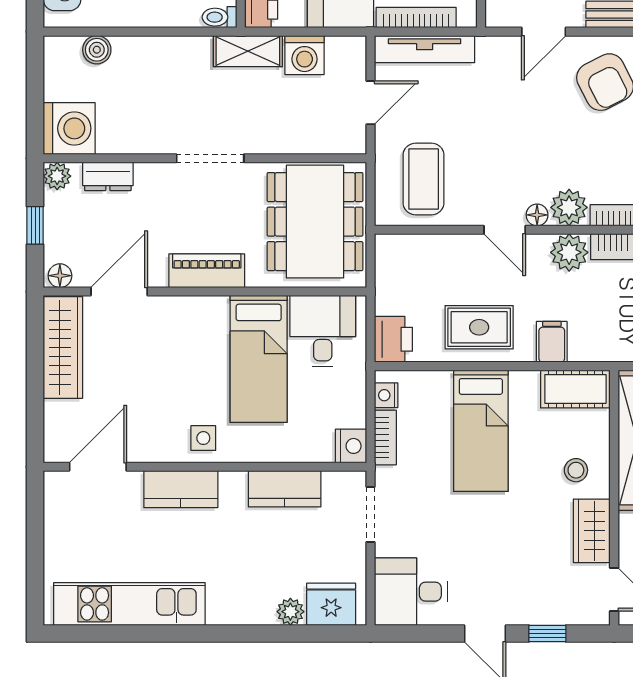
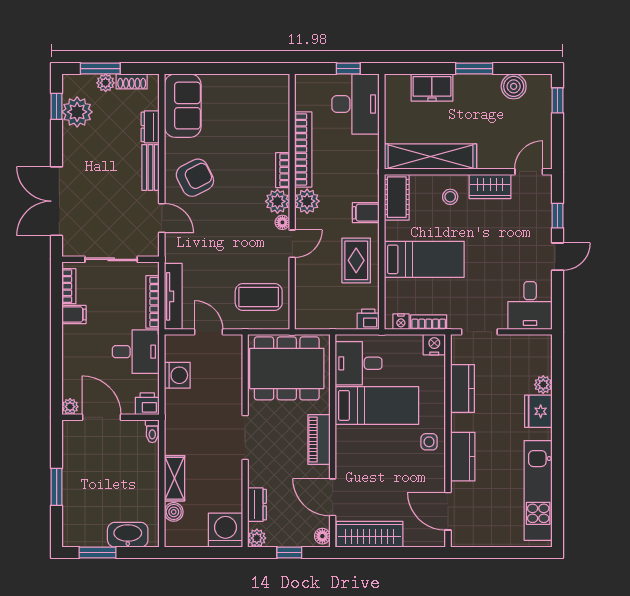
shelving: (248, 51) -> (175, 478), moved
printer: (393, 339) -> (368, 319), width x0.73, depth x0.81
fridge: (331, 604) -> (538, 411), moved

